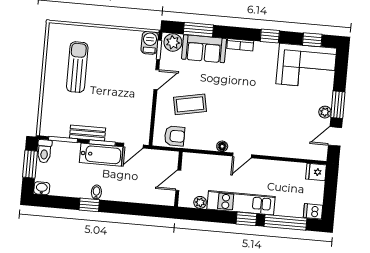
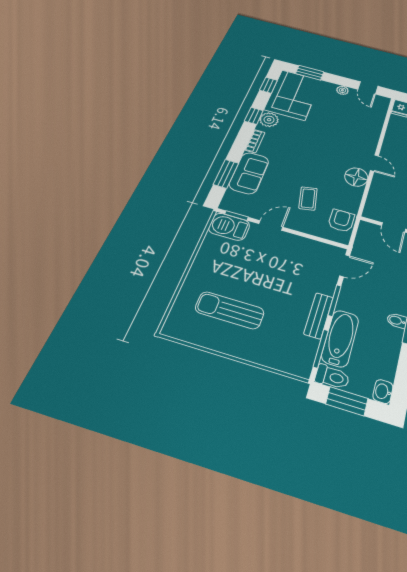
plant: (173, 42) -> (269, 120), moved
barbecue: (150, 43) -> (229, 227), width x1.38, depth x1.27
door: (156, 80) -> (271, 225), hinge flipped
coffee table: (190, 104) -> (308, 198), width x0.73, depth x0.77
window: (338, 105) -> (310, 73), moved
door: (133, 146) -> (345, 266), hinge flipped
floor lamp: (222, 146) -> (356, 177), width x1.89, depth x1.89
bathtub: (101, 155) -> (340, 338), moved

